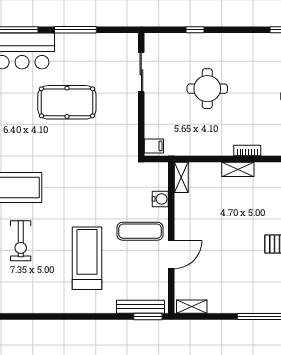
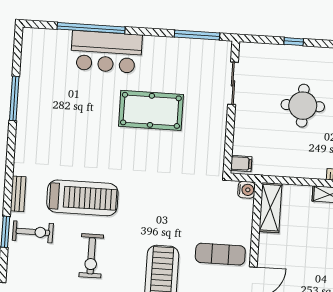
window: (75, 30) -> (197, 35), moved
shelving: (181, 177) -> (270, 208), width x1.50, depth x1.33
water cooler: (160, 199) -> (246, 190), moved

